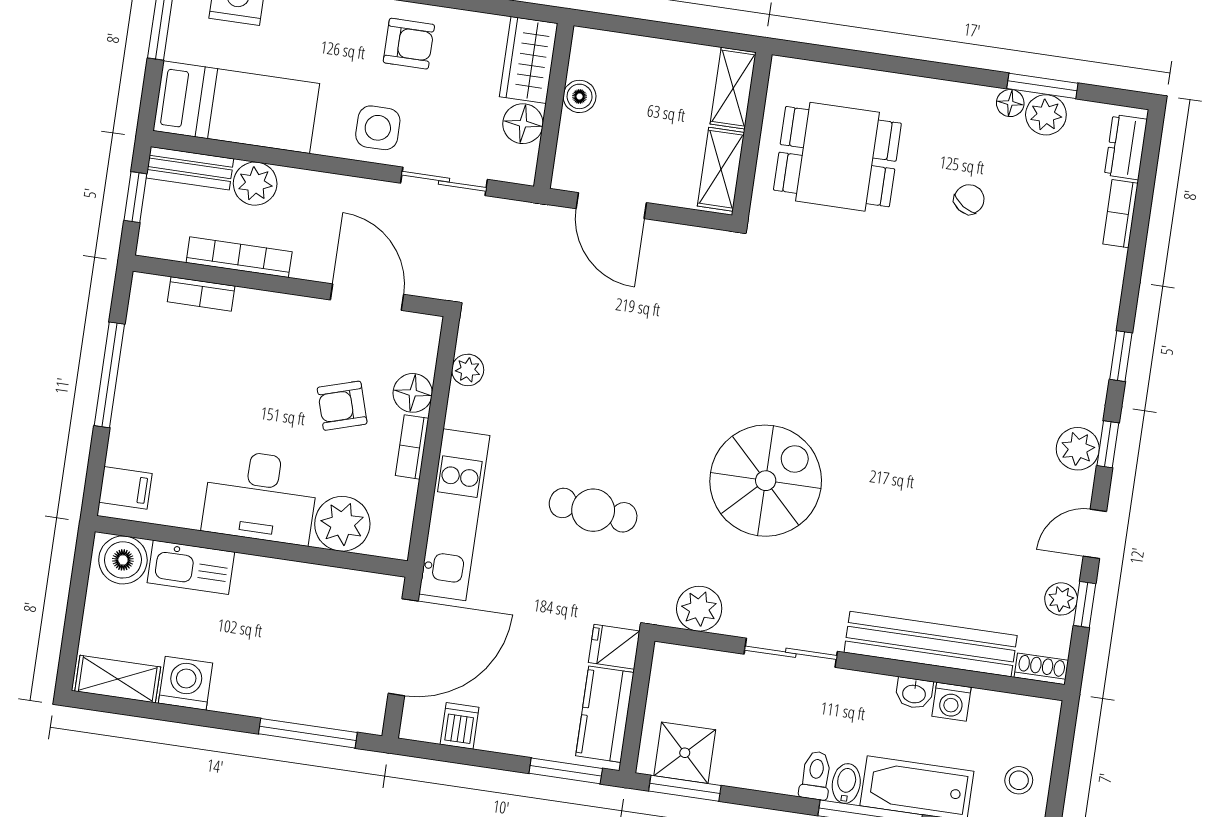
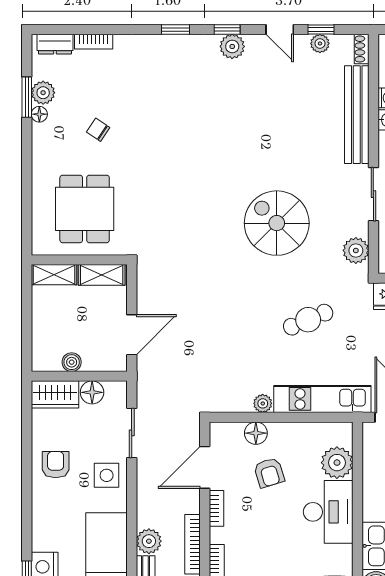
plant: (468, 370) -> (263, 403), moved
bookcase: (412, 447) -> (216, 508), moved, turned -90
cafe table: (593, 510) -> (308, 320), turned 62

